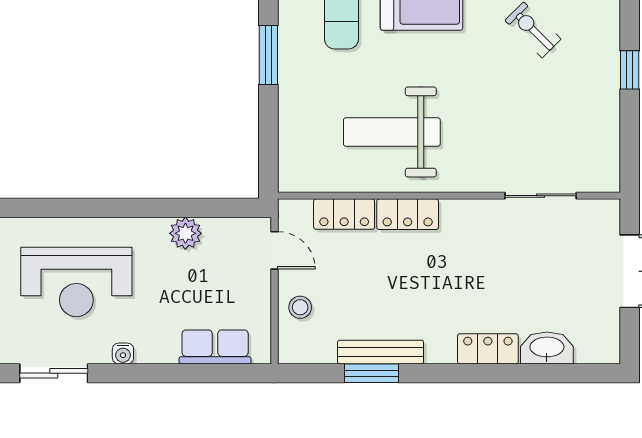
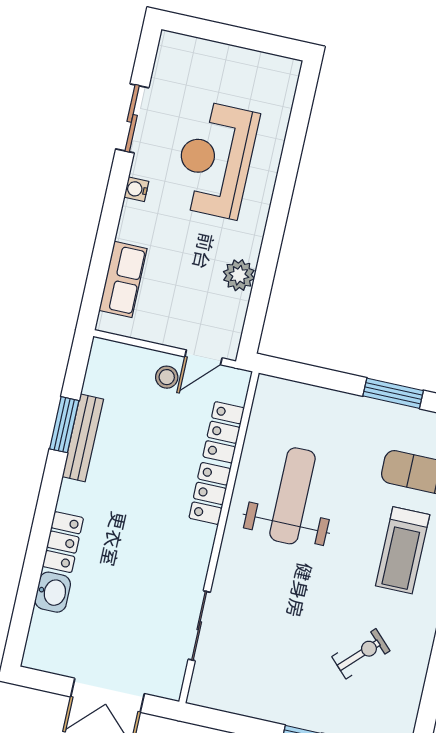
stool: (300, 307) -> (167, 377), moved
washbasin: (547, 348) -> (53, 592), width x0.72

